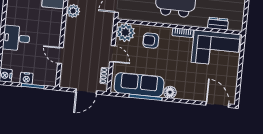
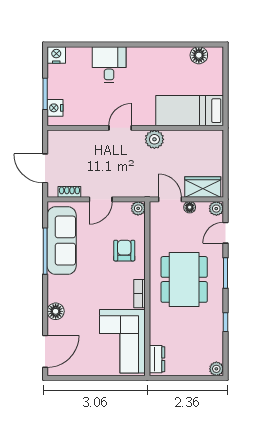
dresser: (218, 24) -> (157, 359), moved
plant: (125, 32) -> (138, 208), width x0.53, depth x0.53
door: (60, 55) -> (120, 128), moved
nightstand: (26, 78) -> (55, 108), moved
floor lamp: (170, 92) -> (56, 311), moved

